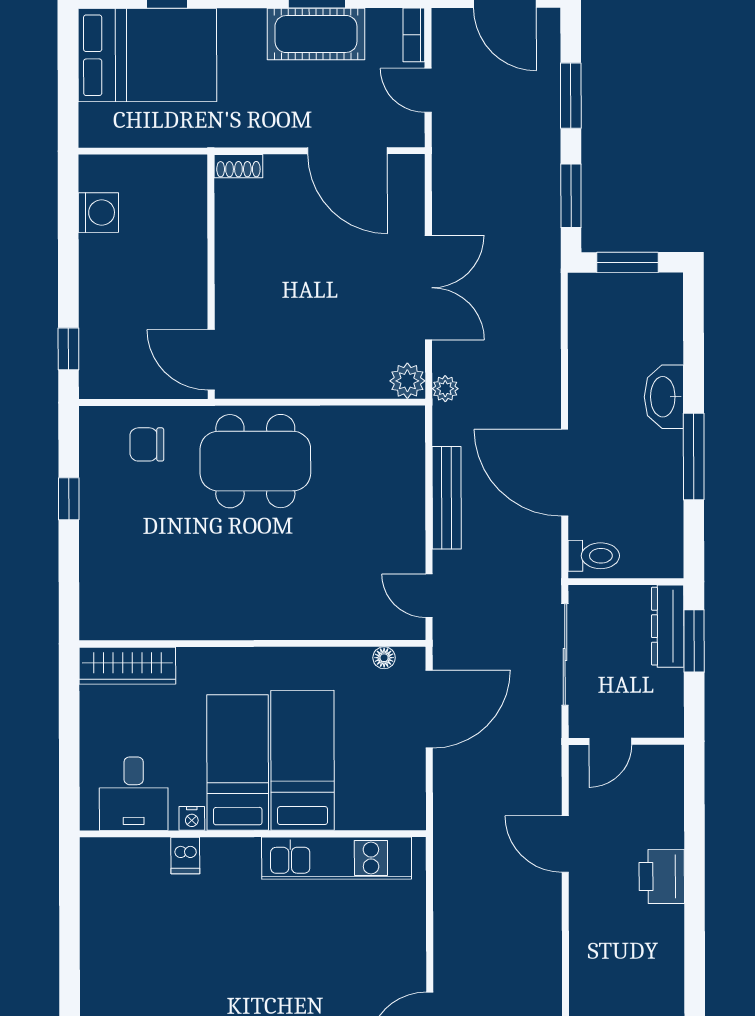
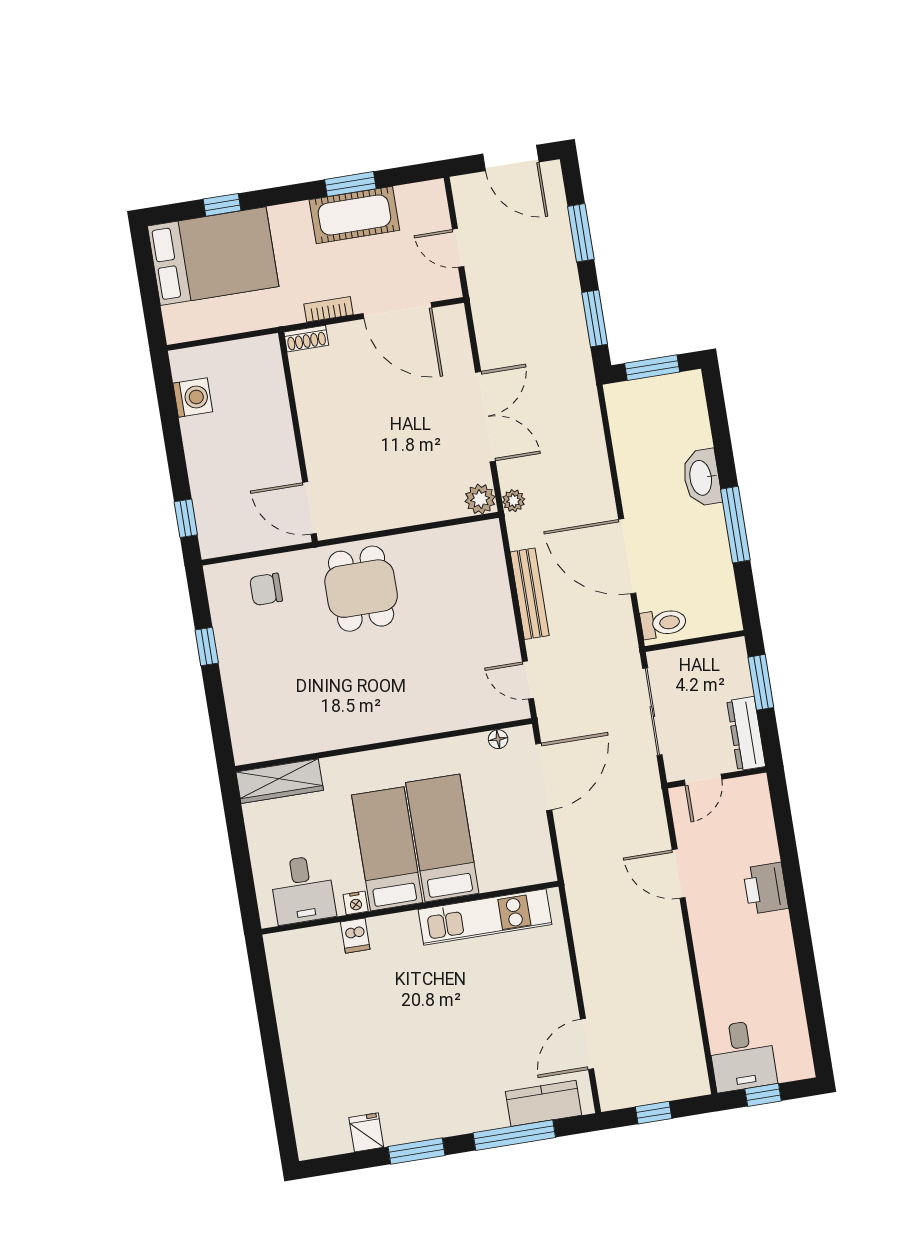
bookcase: (414, 35) -> (329, 309), moved, turned 90
dining table: (255, 461) -> (361, 589), width x0.73
dresser: (668, 626) -> (746, 734), moved

